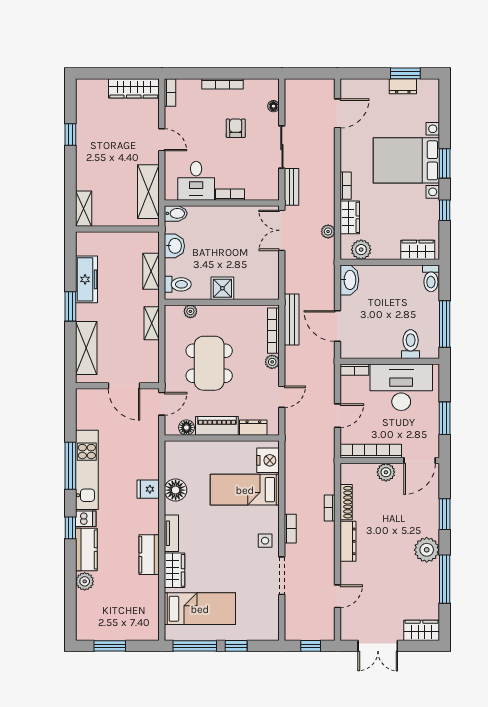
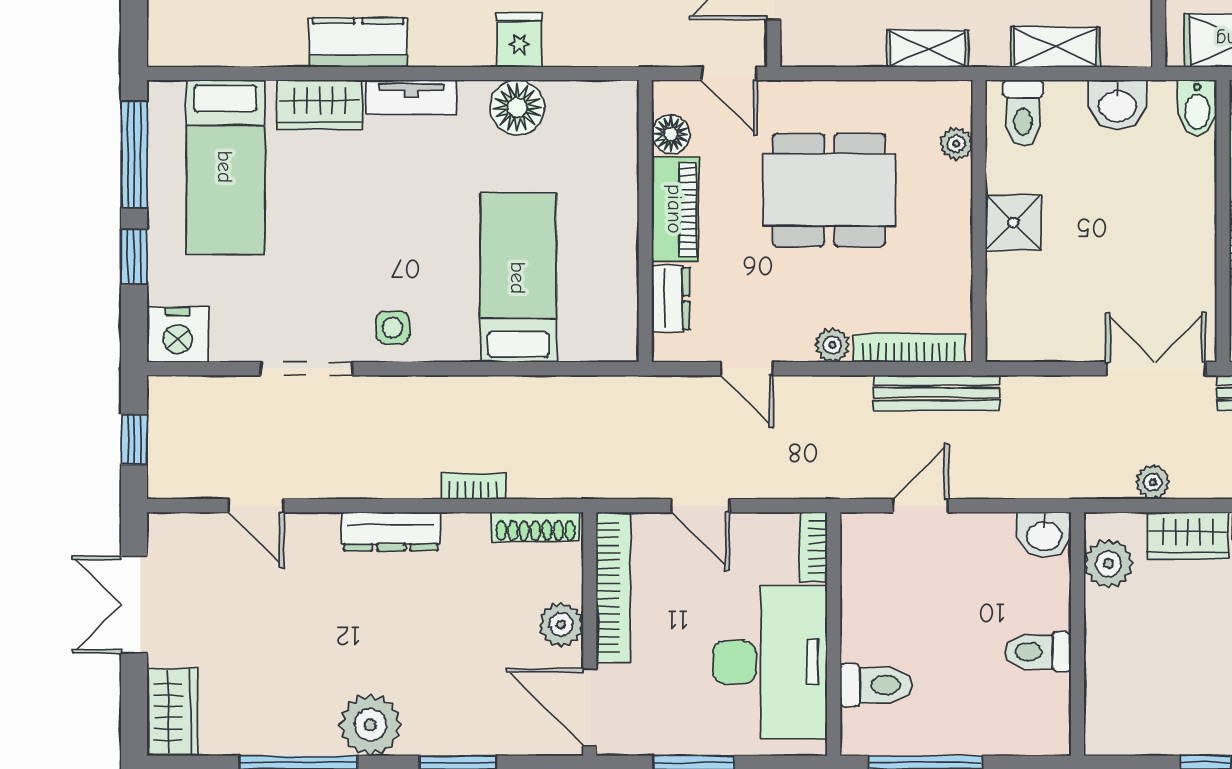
wardrobe: (418, 250) -> (1108, 703), removed
toilet: (431, 278) -> (1038, 652), moved
washbasin: (349, 280) -> (1044, 535), width x0.72
door: (338, 326) -> (920, 506), width x0.73
nightstand: (268, 460) -> (177, 335), moved
shoe rack: (346, 502) -> (536, 527), moved
bookcase: (290, 529) -> (422, 389), removed

